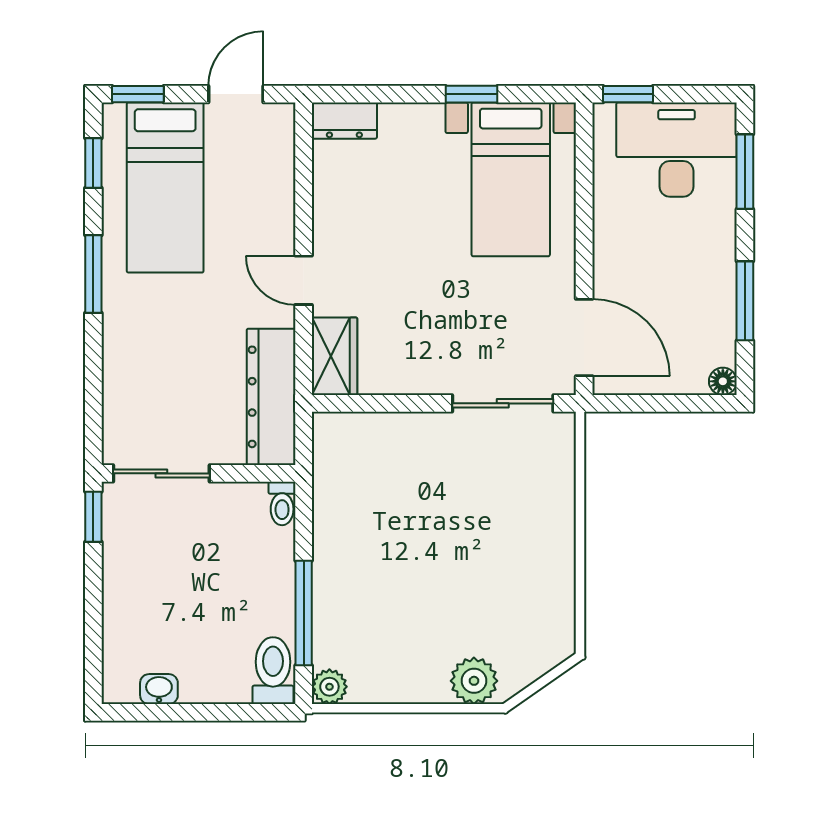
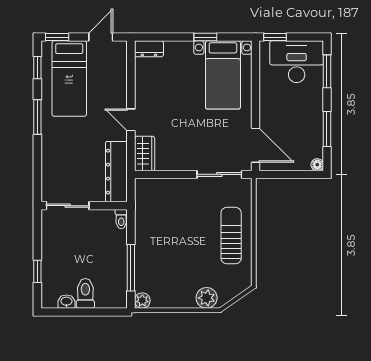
window: (93, 517) -> (37, 271), moved
sun lounger: (529, 541) -> (231, 236), added
toilet: (273, 671) -> (85, 293), moved

